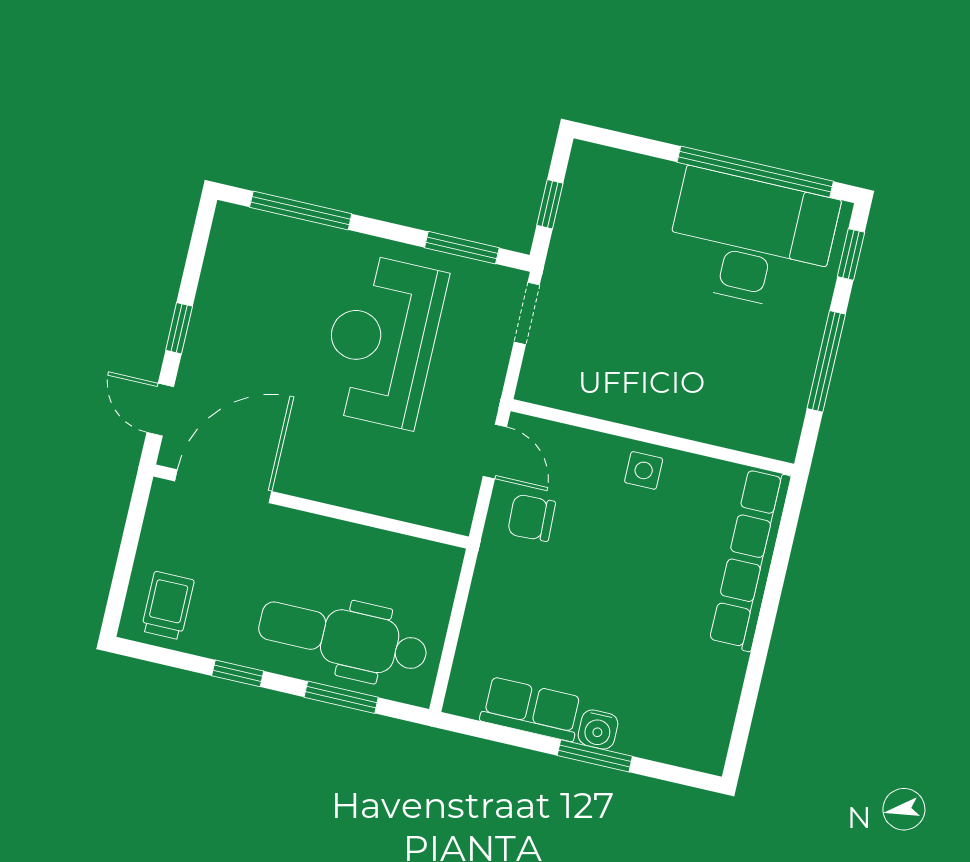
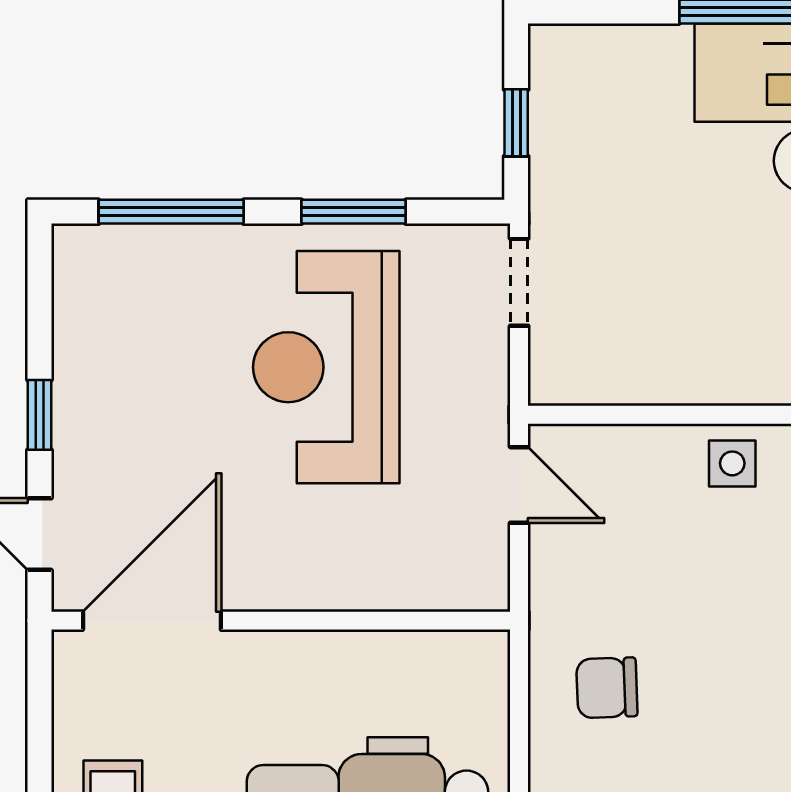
window: (462, 248) -> (354, 212), moved
chair: (532, 518) -> (607, 688), moved

